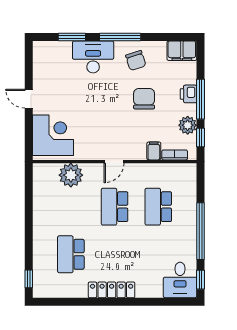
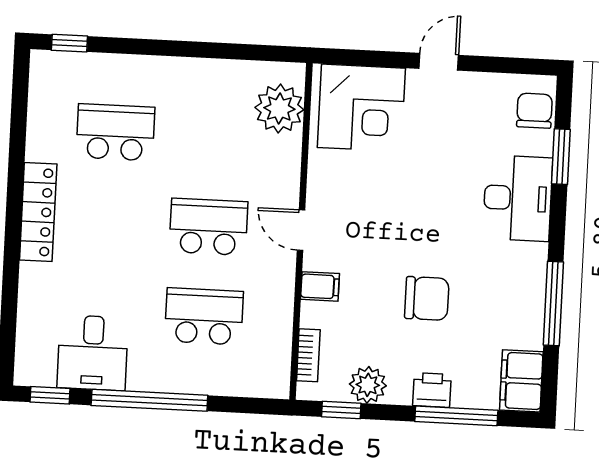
window: (120, 37) -> (553, 304), moved
chair: (136, 61) -> (534, 111), moved, turned 108
window: (200, 99) -> (456, 416), moved
filing cabinet: (154, 151) -> (320, 286), moved
plant: (71, 175) -> (279, 109), moved
desk: (180, 280) -> (93, 353), moved, turned -90

